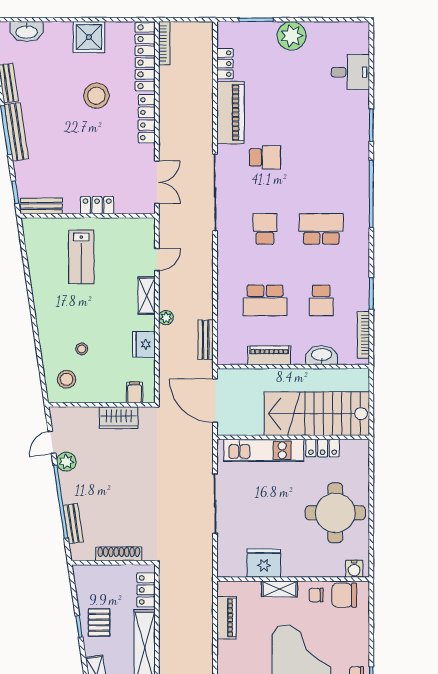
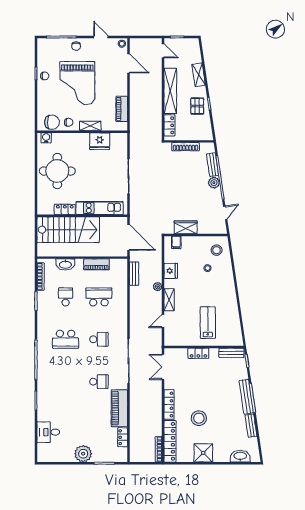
school desk: (265, 157) -> (99, 382), turned 180
school desk: (265, 229) -> (99, 339), turned -90
plant: (66, 462) -> (214, 183), moved

